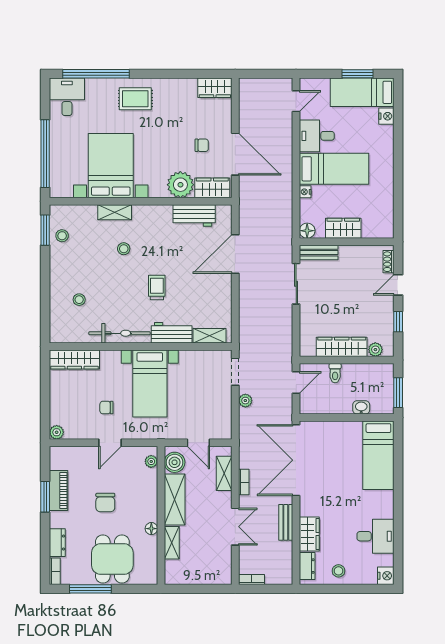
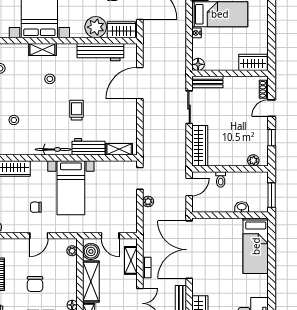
workbench: (194, 215) -> (100, 52), width x1.38
wardrobe: (343, 228) -> (253, 62), moved
bicycle: (120, 333) -> (53, 149), width x0.73, depth x0.71
wardrobe: (342, 347) -> (200, 146), moved, turned 90

